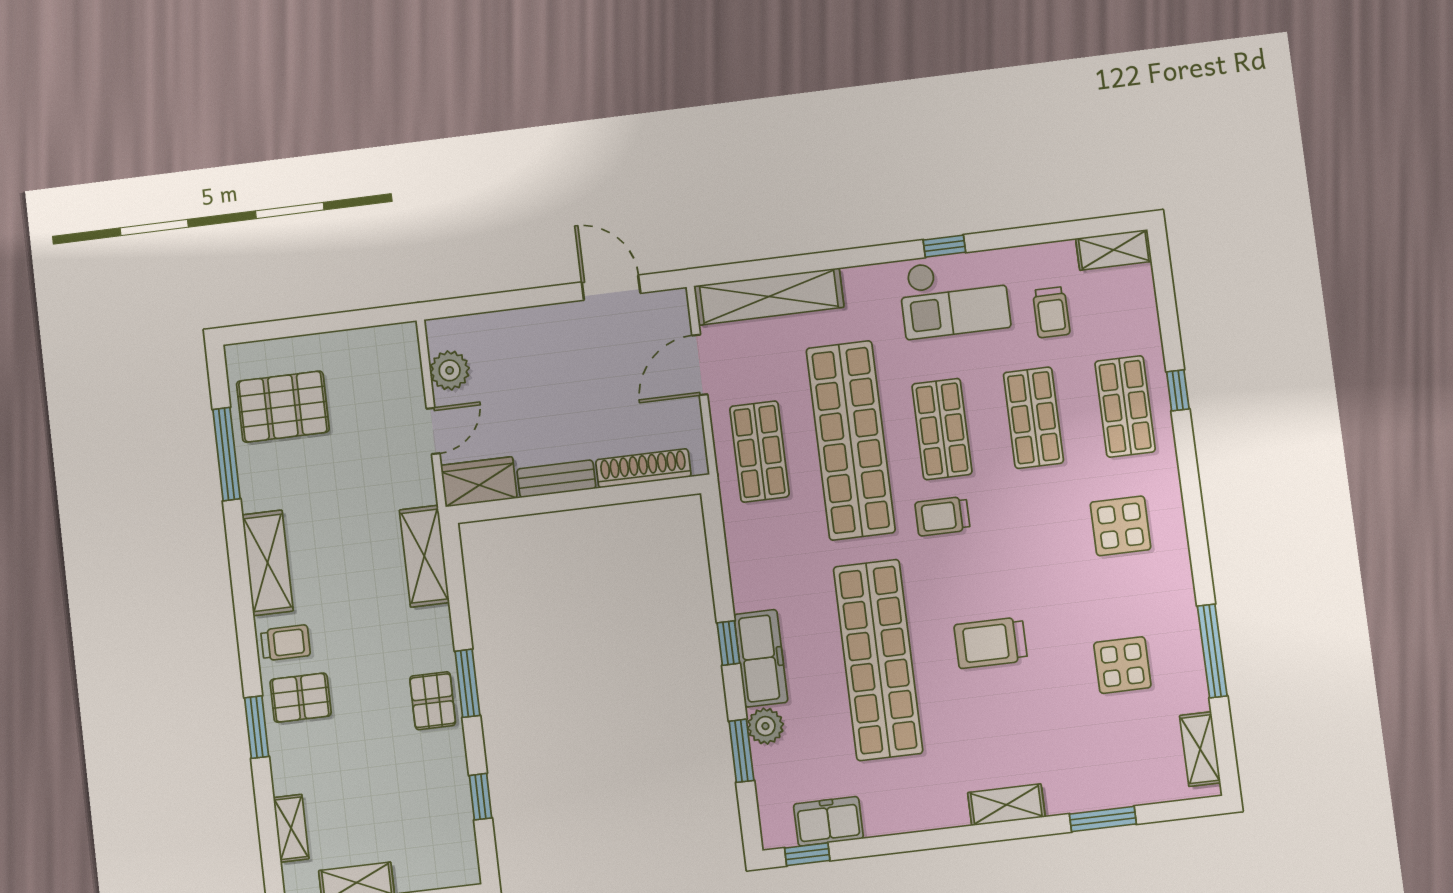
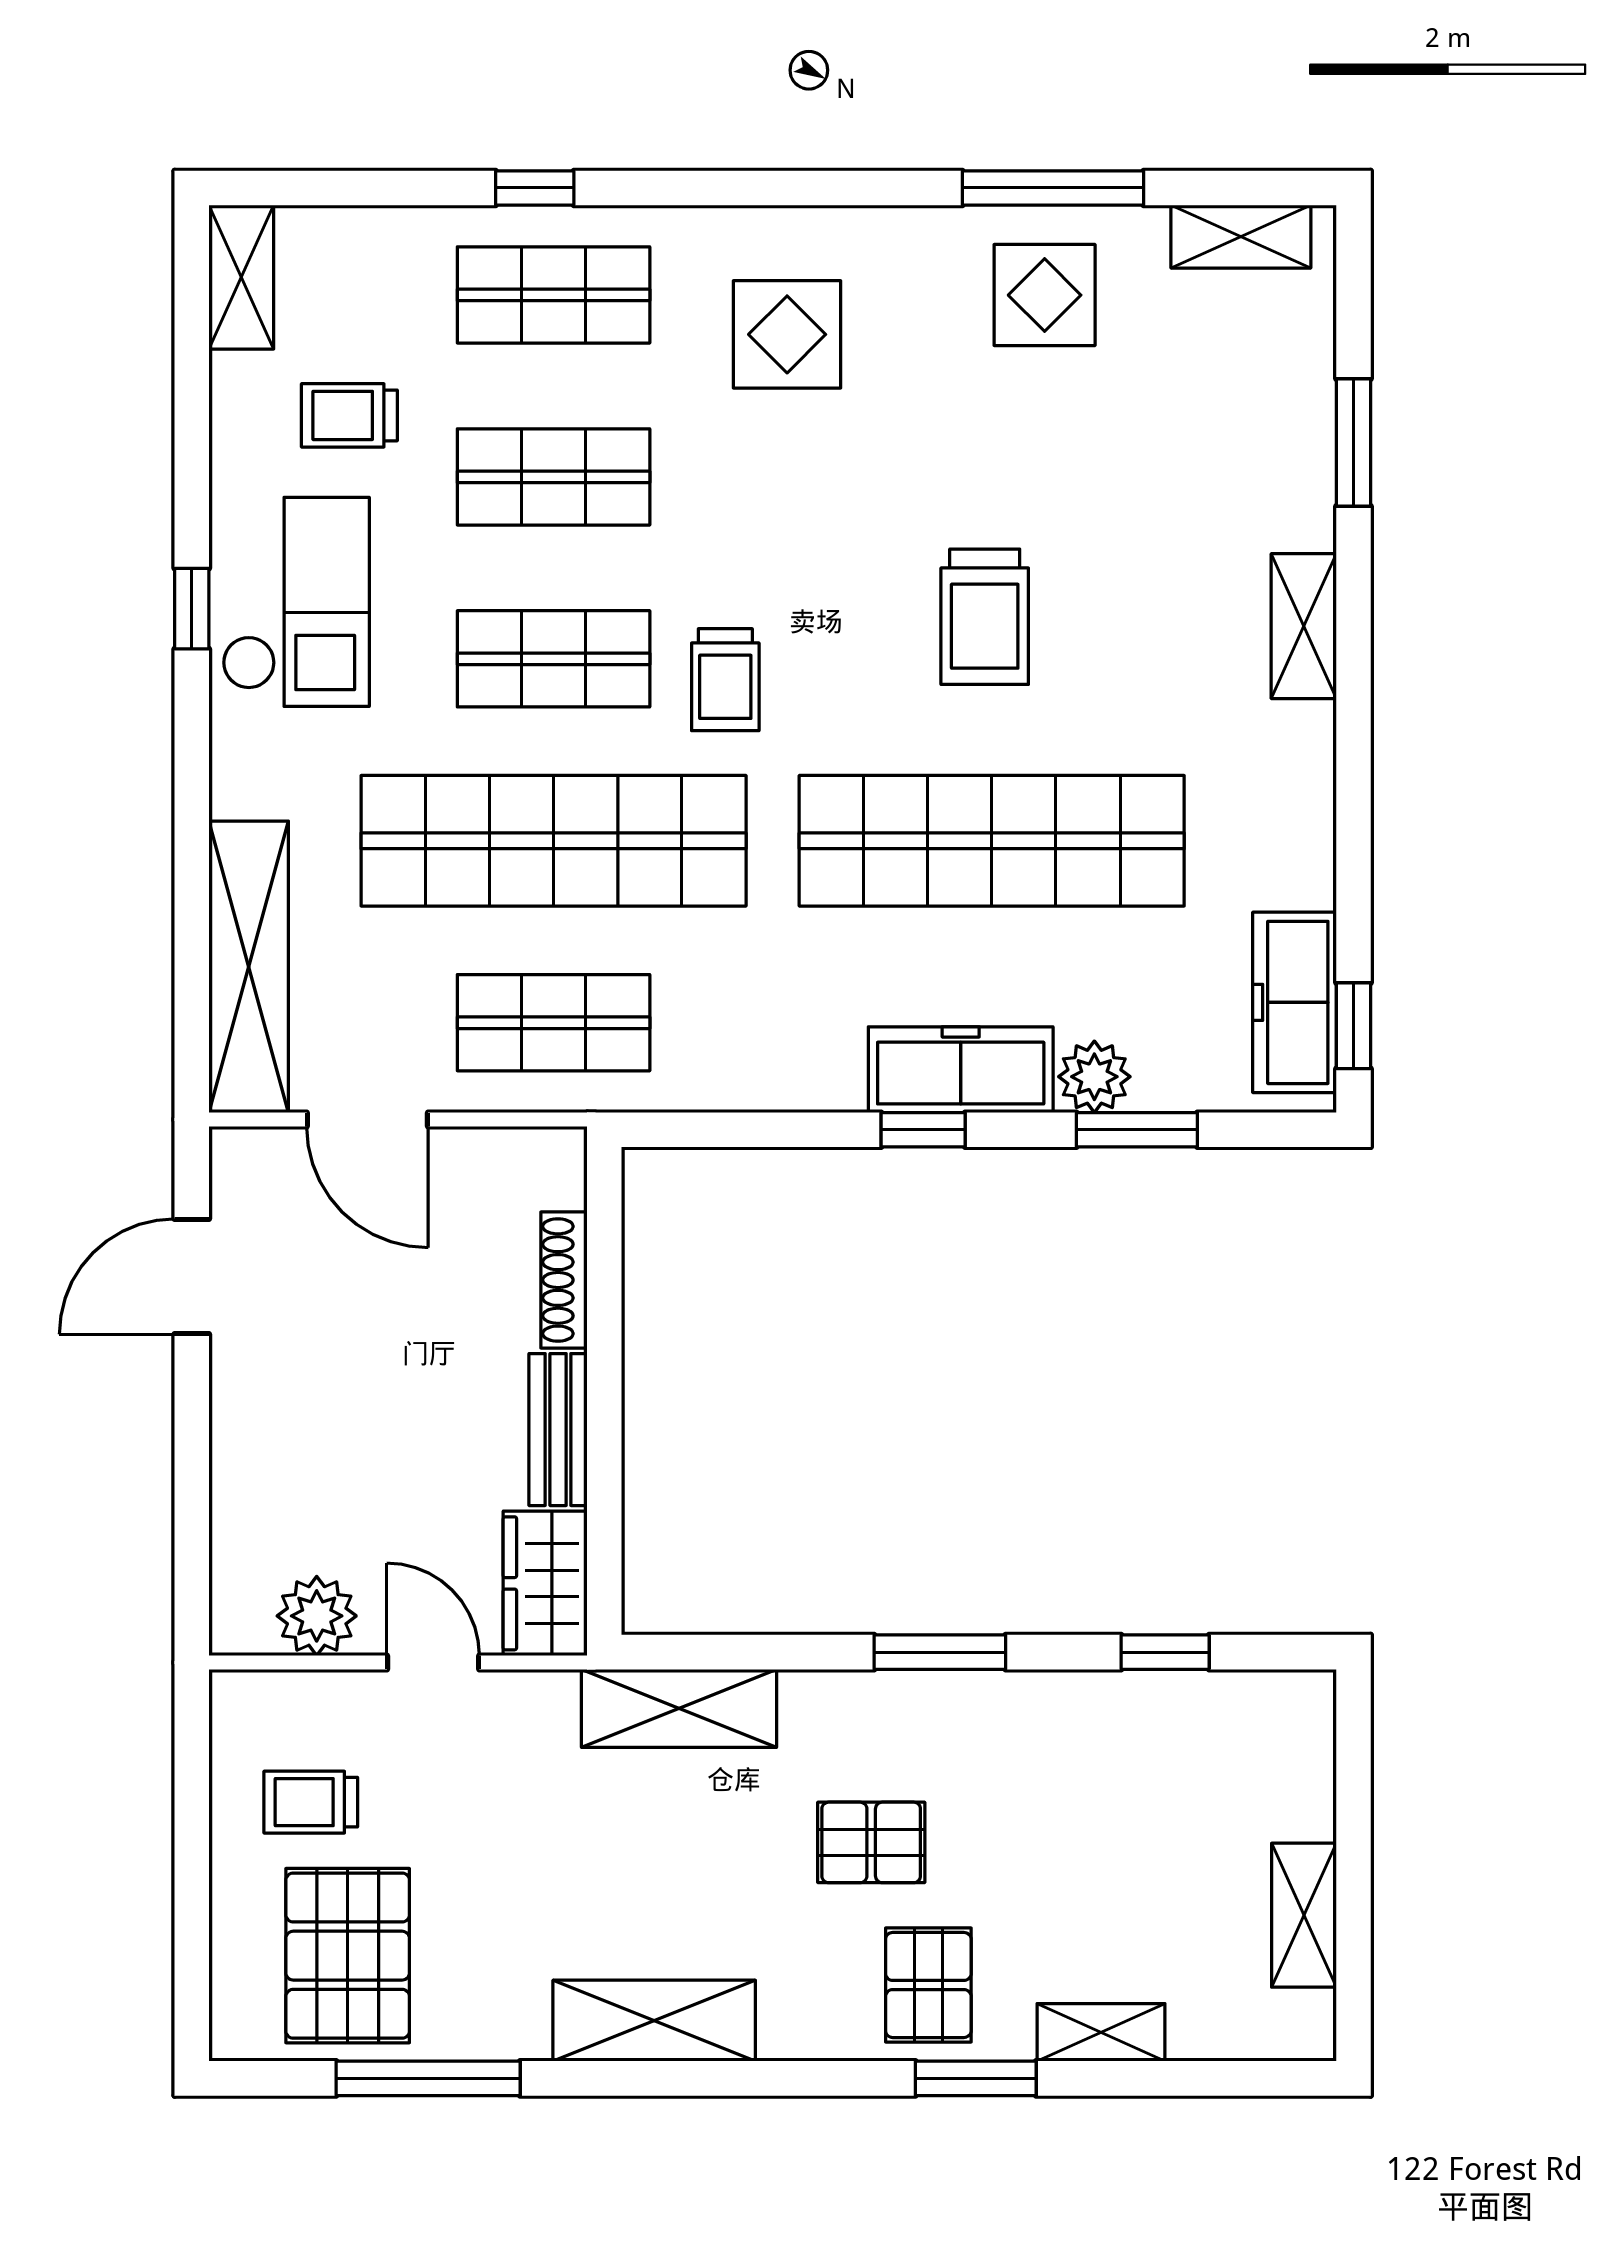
trolley: (1051, 312) -> (349, 415), turned 180
shoe rack: (643, 468) -> (564, 1280), width x0.74, depth x0.81
trolley: (286, 643) -> (311, 1802), moved, turned -90
display table: (1122, 665) -> (1045, 295), moved
pallet: (433, 701) -> (871, 1842), moved
freezer: (828, 821) -> (1294, 1002), width x1.40
shelving: (291, 828) -> (1101, 2032), moved

